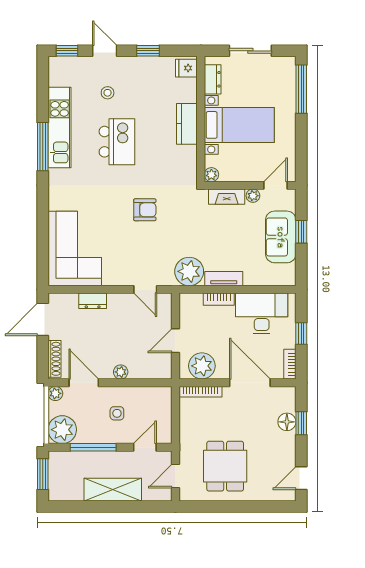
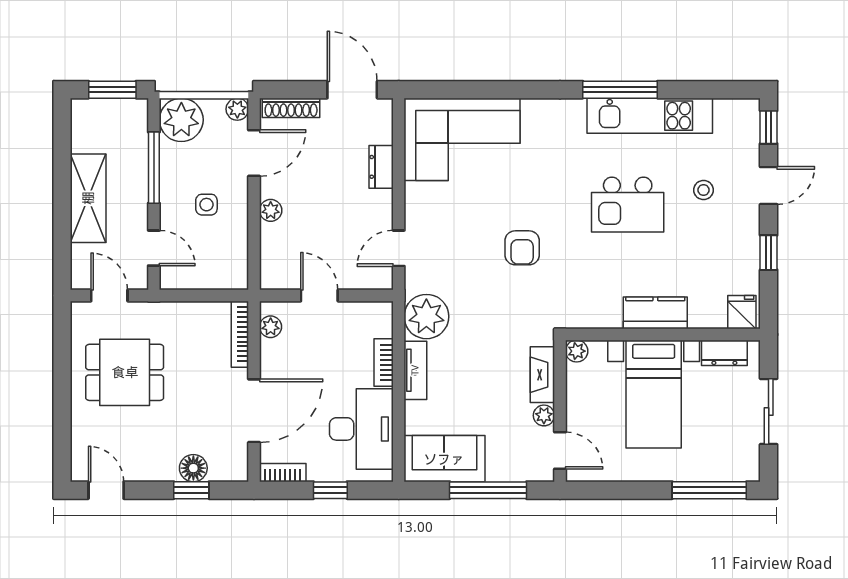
window: (301, 232) -> (488, 490), width x2.17
sofa: (281, 237) -> (444, 459), moved
plant: (202, 366) -> (271, 327), width x0.53, depth x0.53

